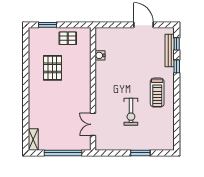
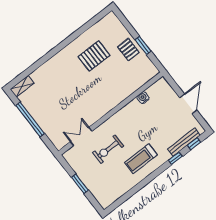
window: (48, 25) -> (143, 45), moved
water cooler: (100, 55) -> (143, 98), moved
wall: (93, 89) -> (111, 114), moved
double door: (93, 124) -> (81, 136), moved

